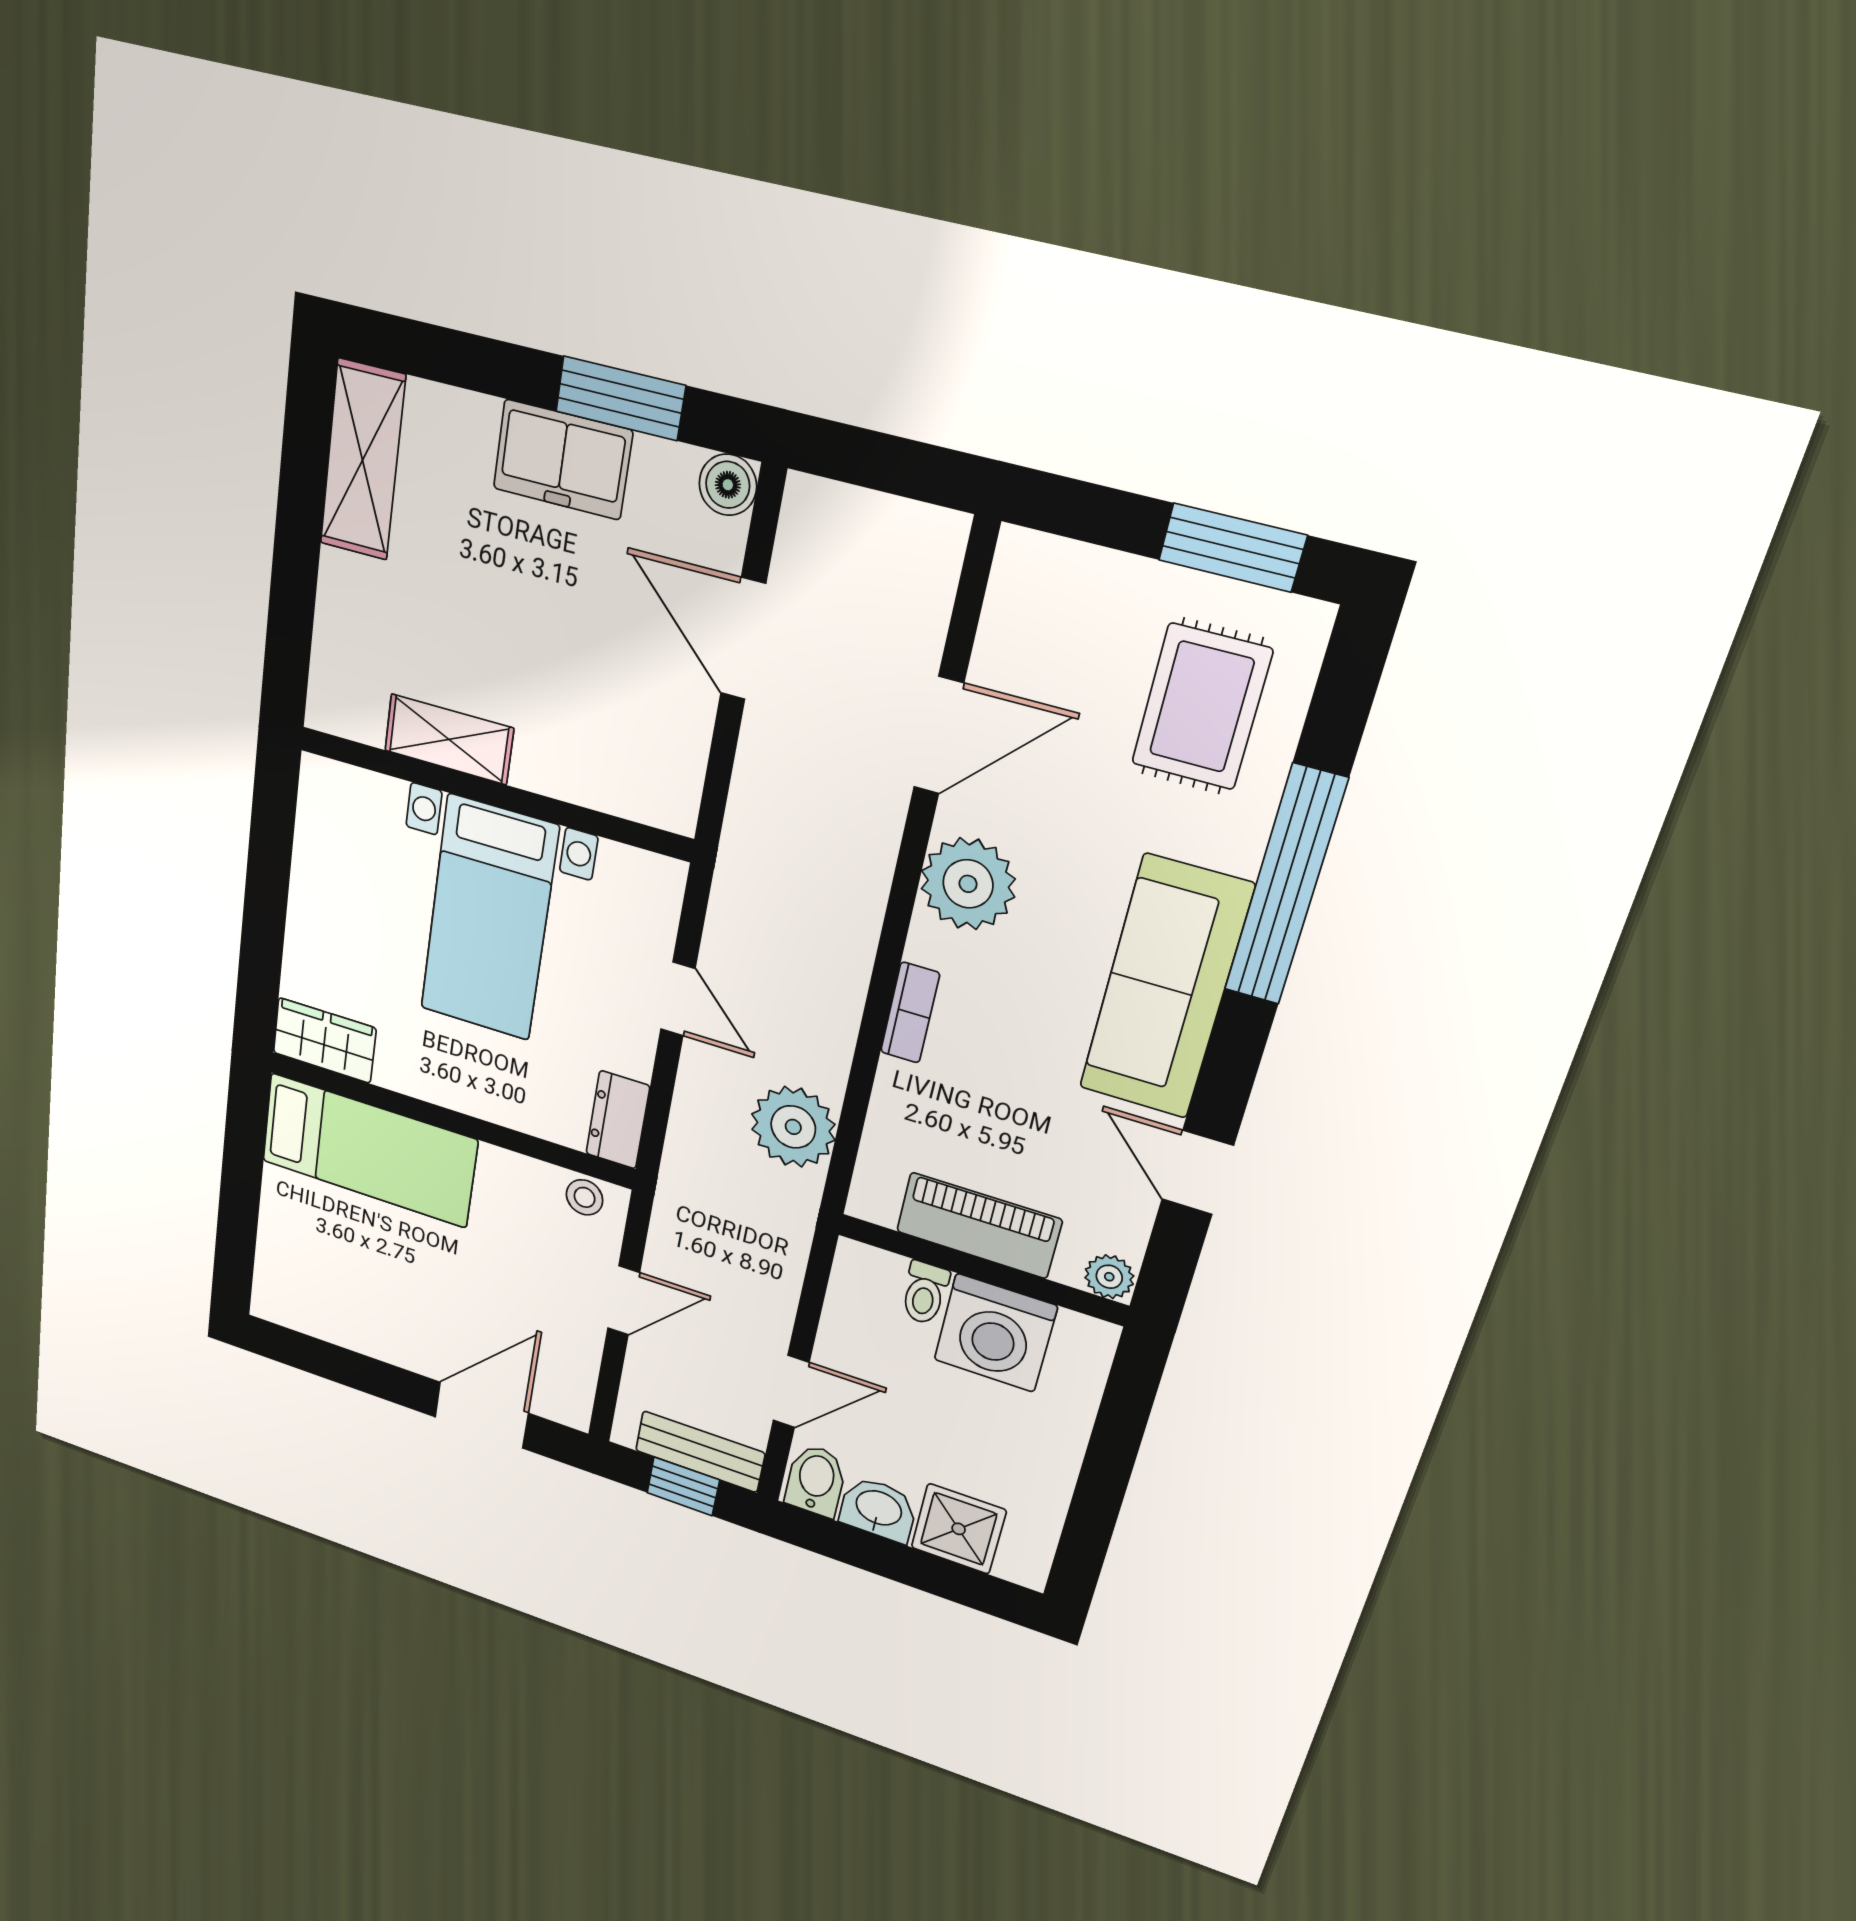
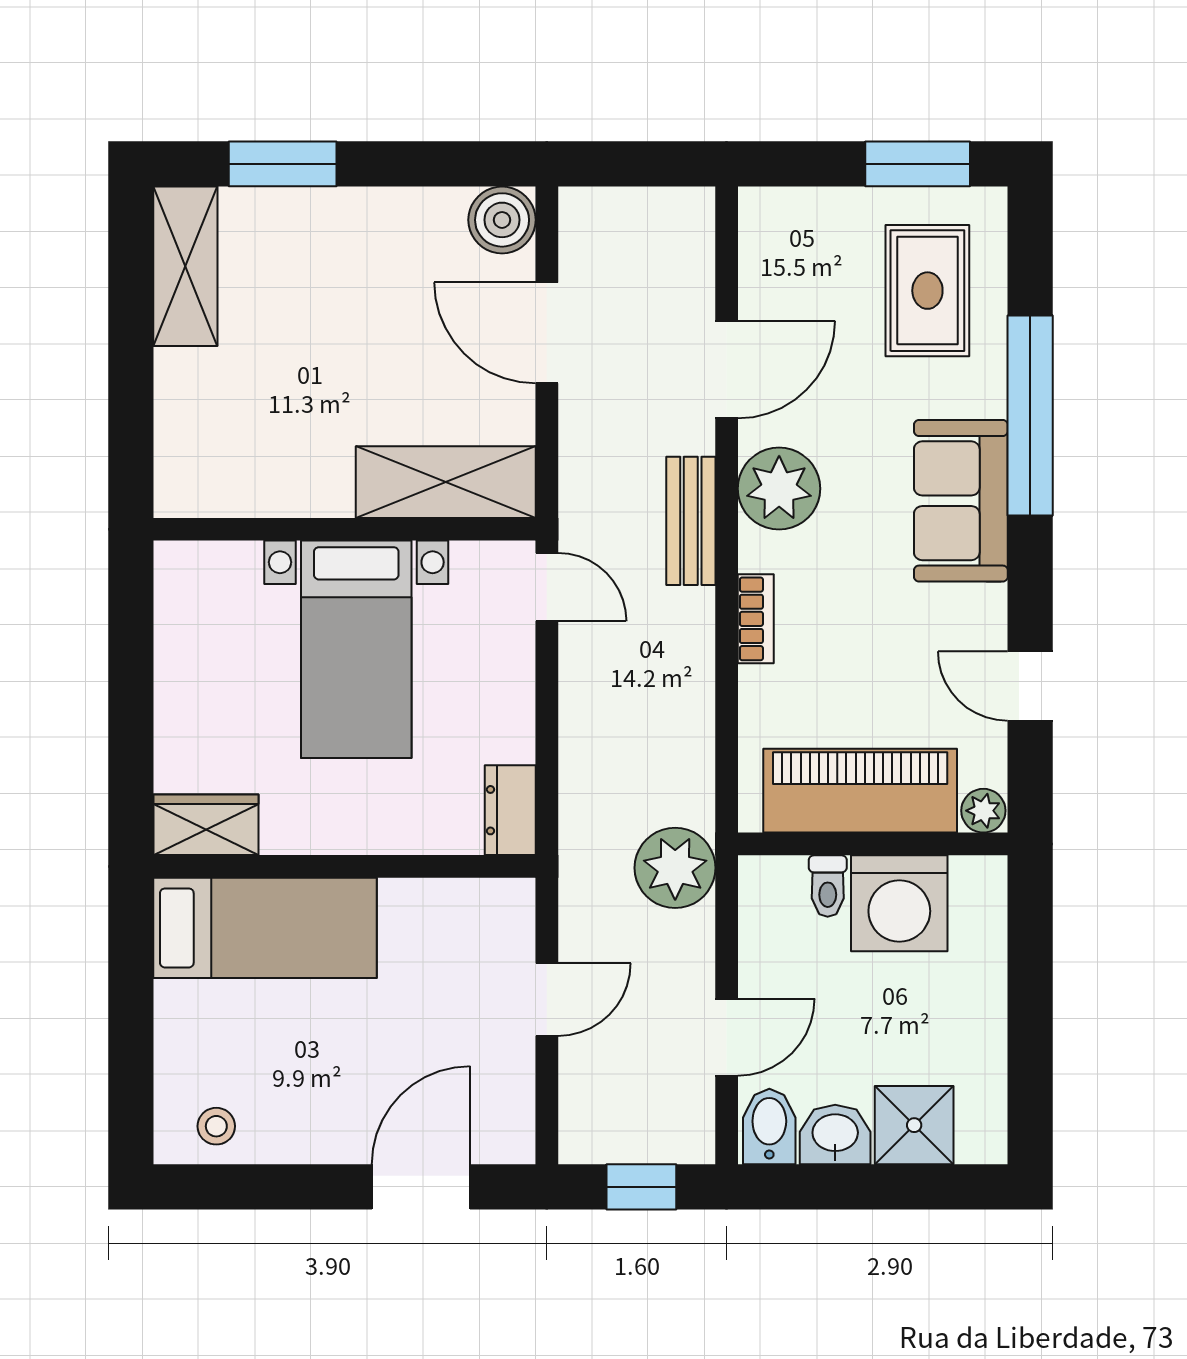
window: (620, 398) -> (283, 164), moved
freezer: (563, 460) -> (366, 224), removed
boiler: (728, 485) -> (502, 220), width x1.36, depth x1.36
shelving: (449, 739) -> (446, 482), moved, width x1.50, depth x1.33
sofa: (1165, 988) -> (961, 501), width x0.73
door: (678, 999) -> (547, 587), moved
plant: (793, 1127) -> (675, 868), moved
stool: (585, 1197) -> (216, 1126), moved
piano: (979, 1225) -> (860, 791), width x1.37, depth x1.33
bench: (700, 1452) -> (691, 521), moved, turned 90

